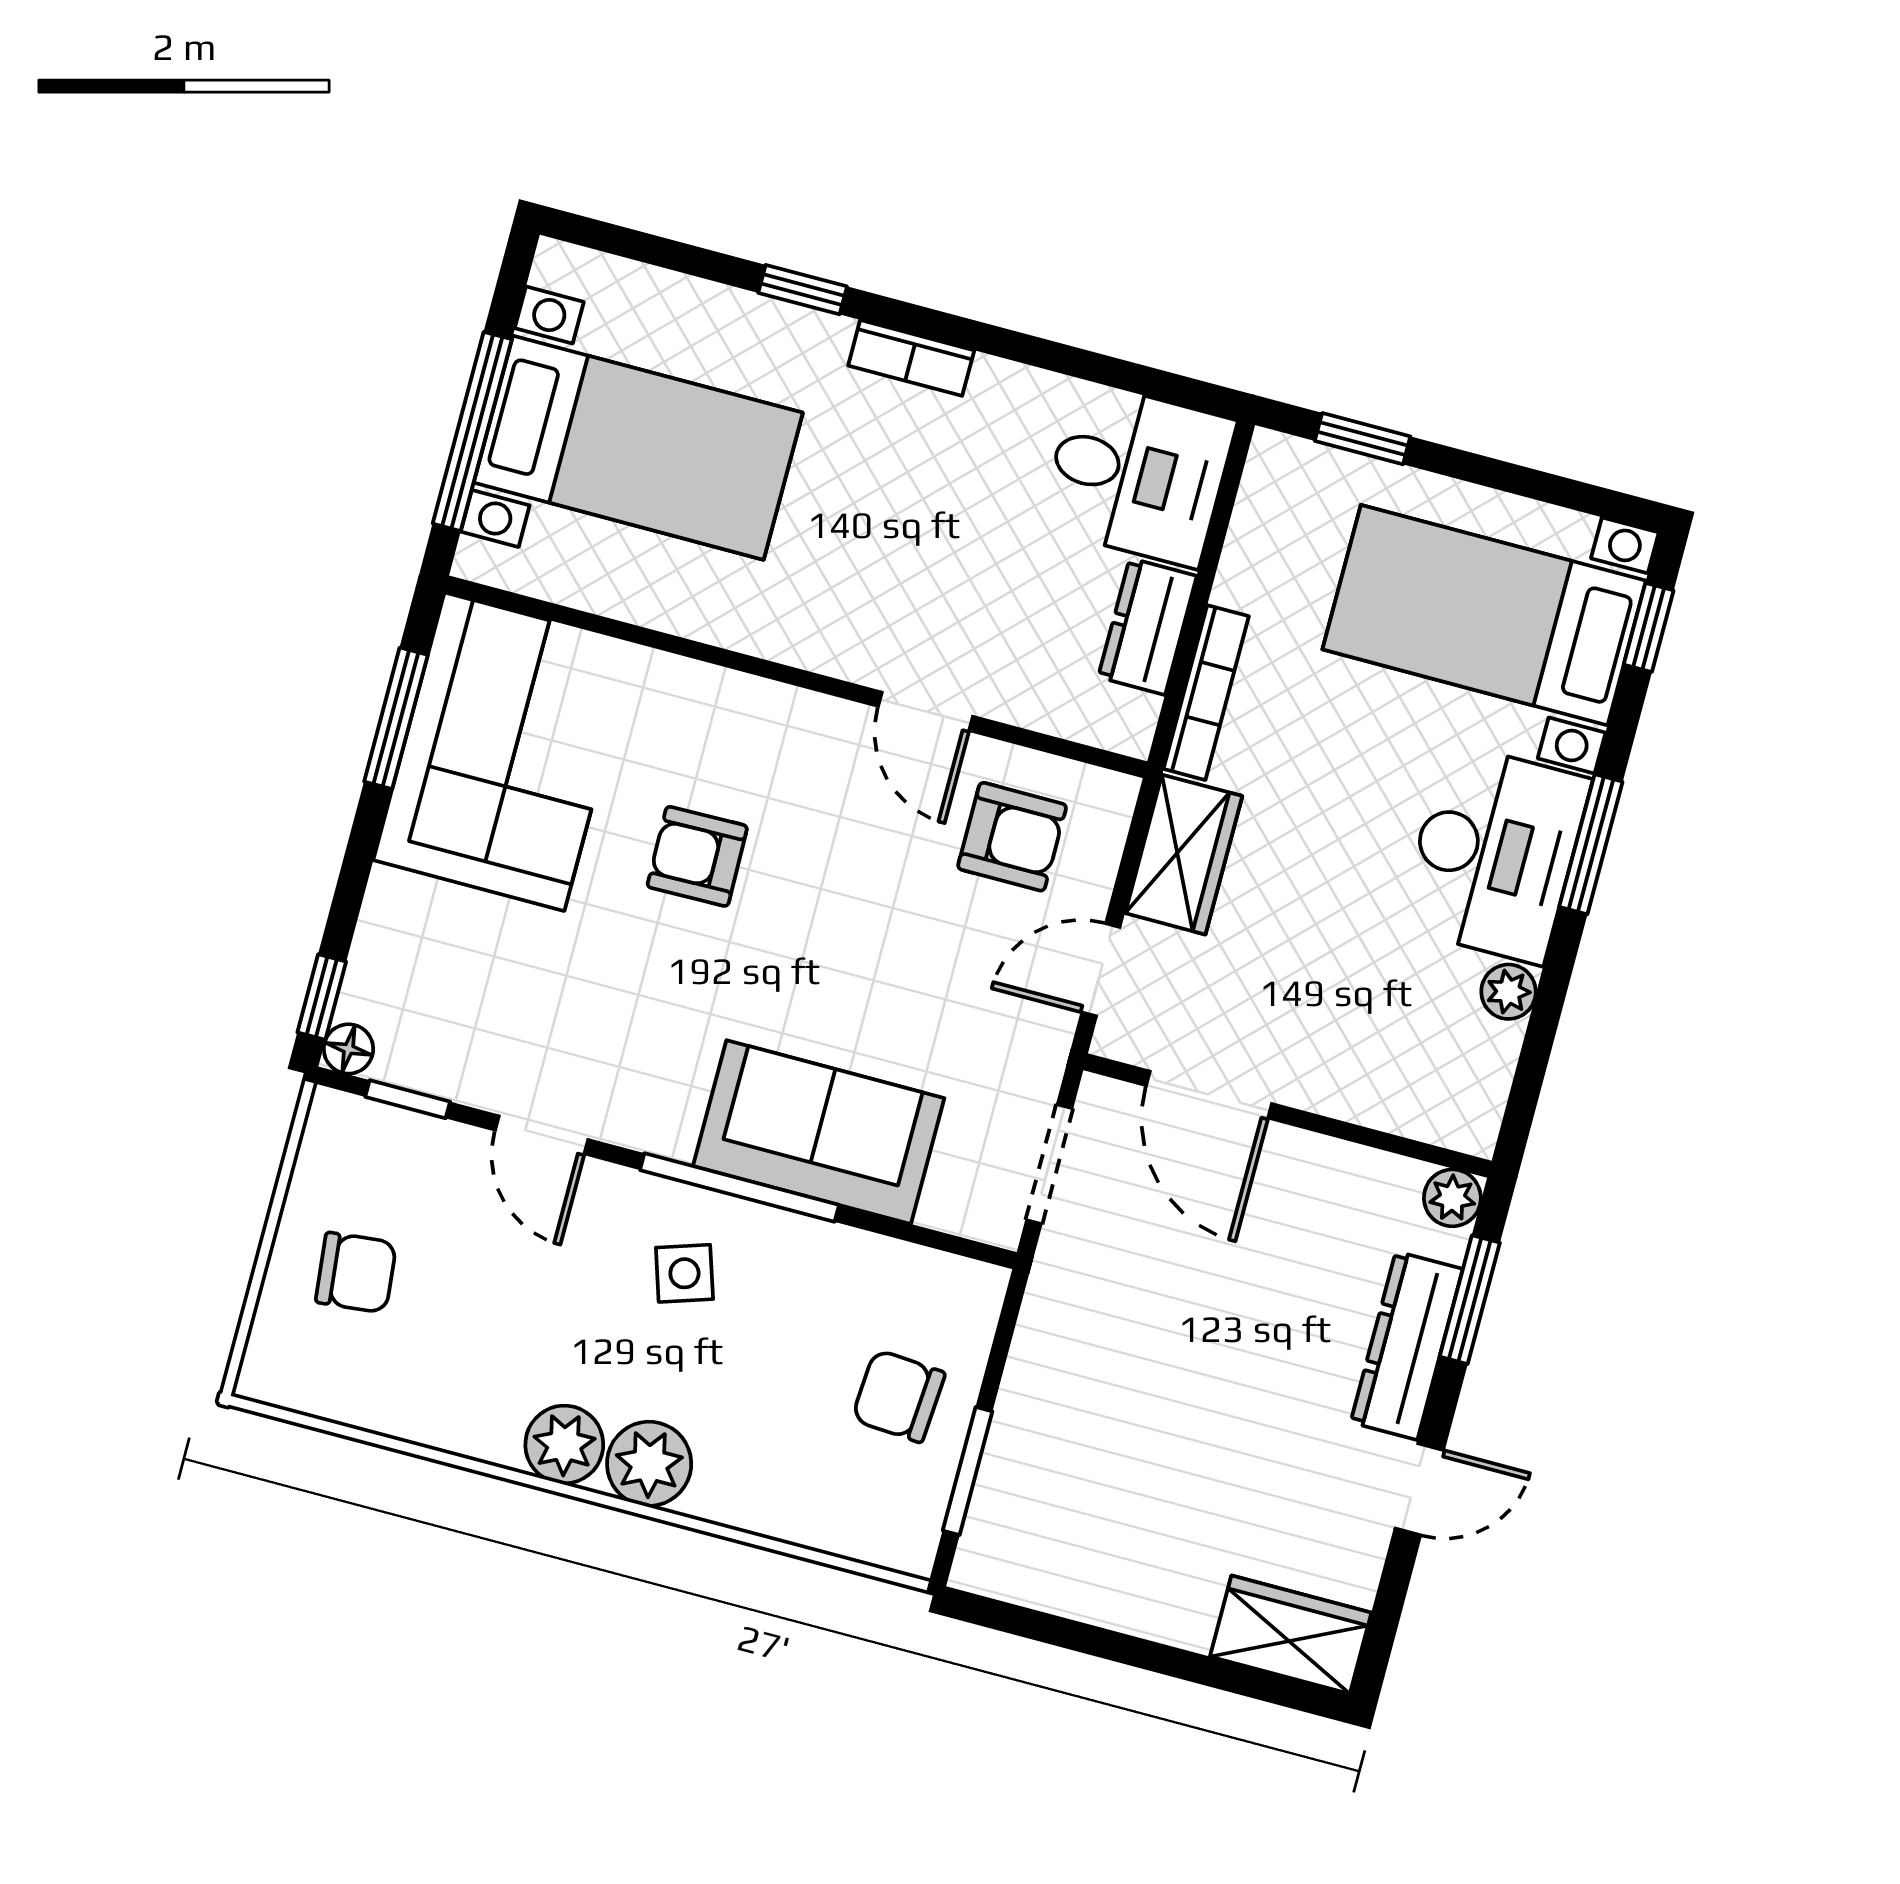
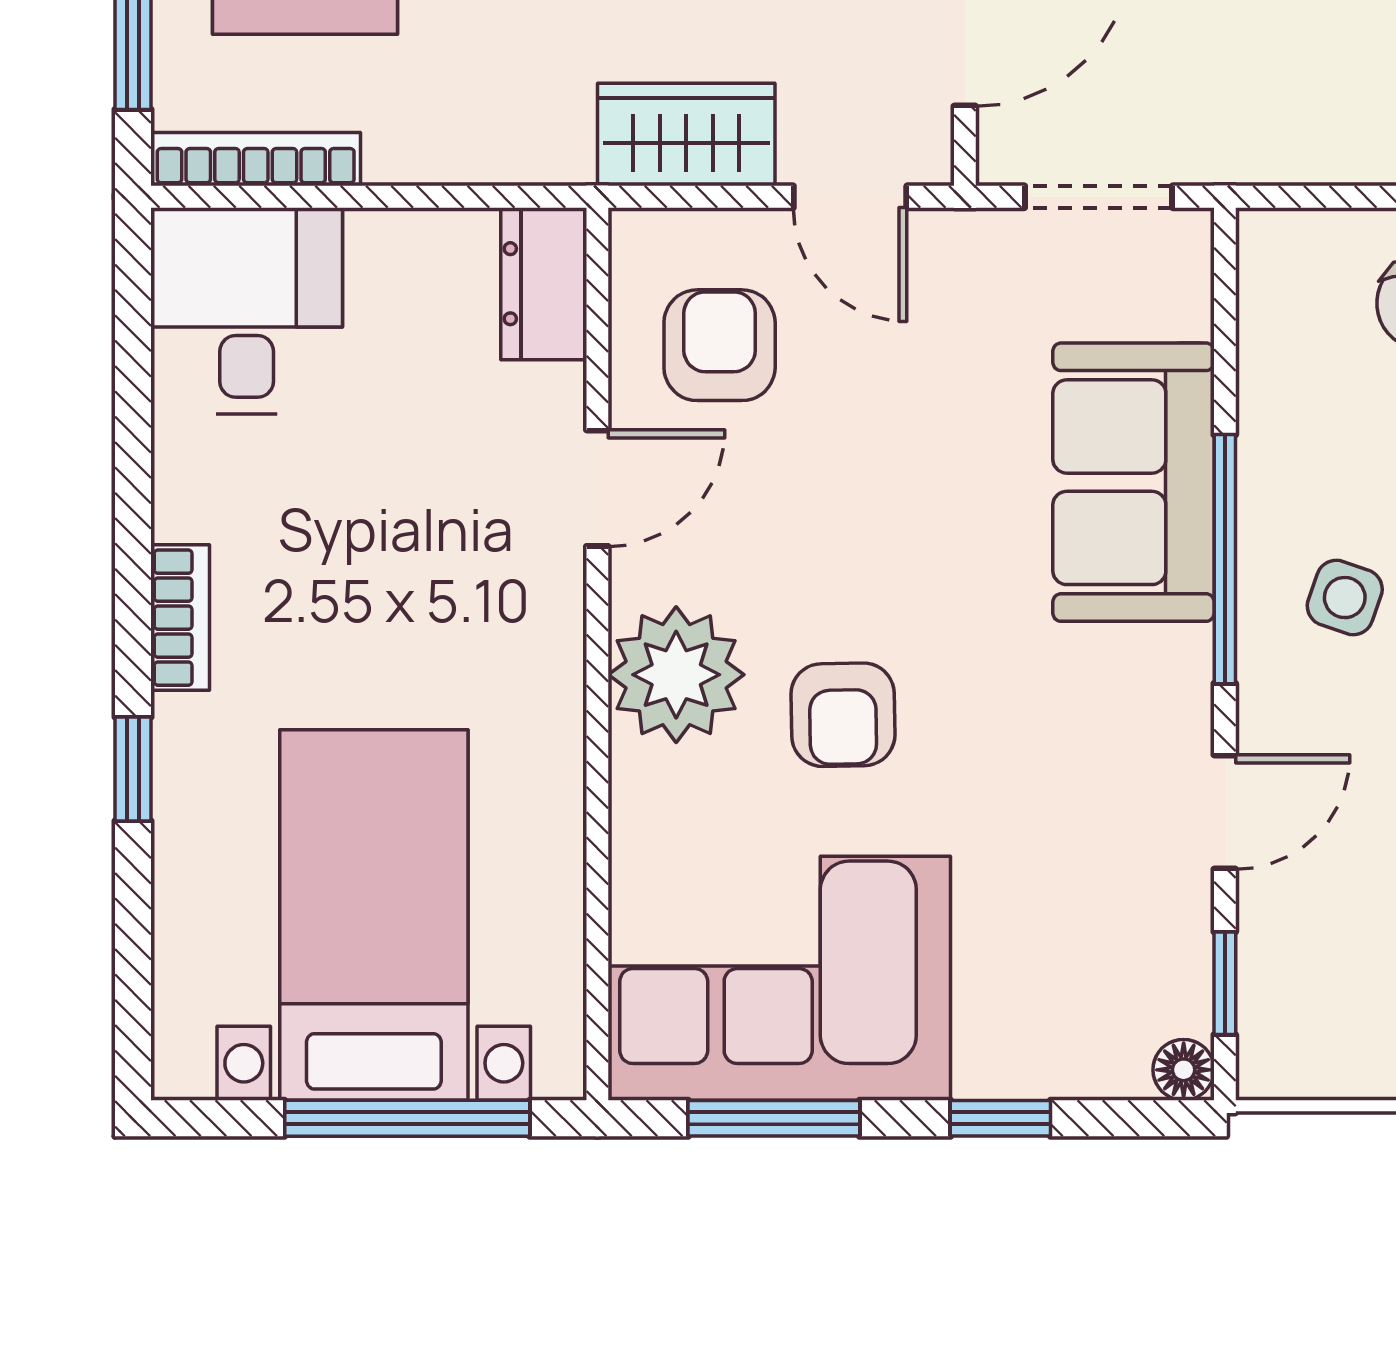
dresser: (1147, 627) -> (544, 284), moved, turned 90
bookcase: (1206, 693) -> (256, 159), moved
plant: (763, 734) -> (676, 675), added
window: (322, 997) -> (1000, 1118), moved
side table: (684, 1273) -> (1345, 598), turned 37

